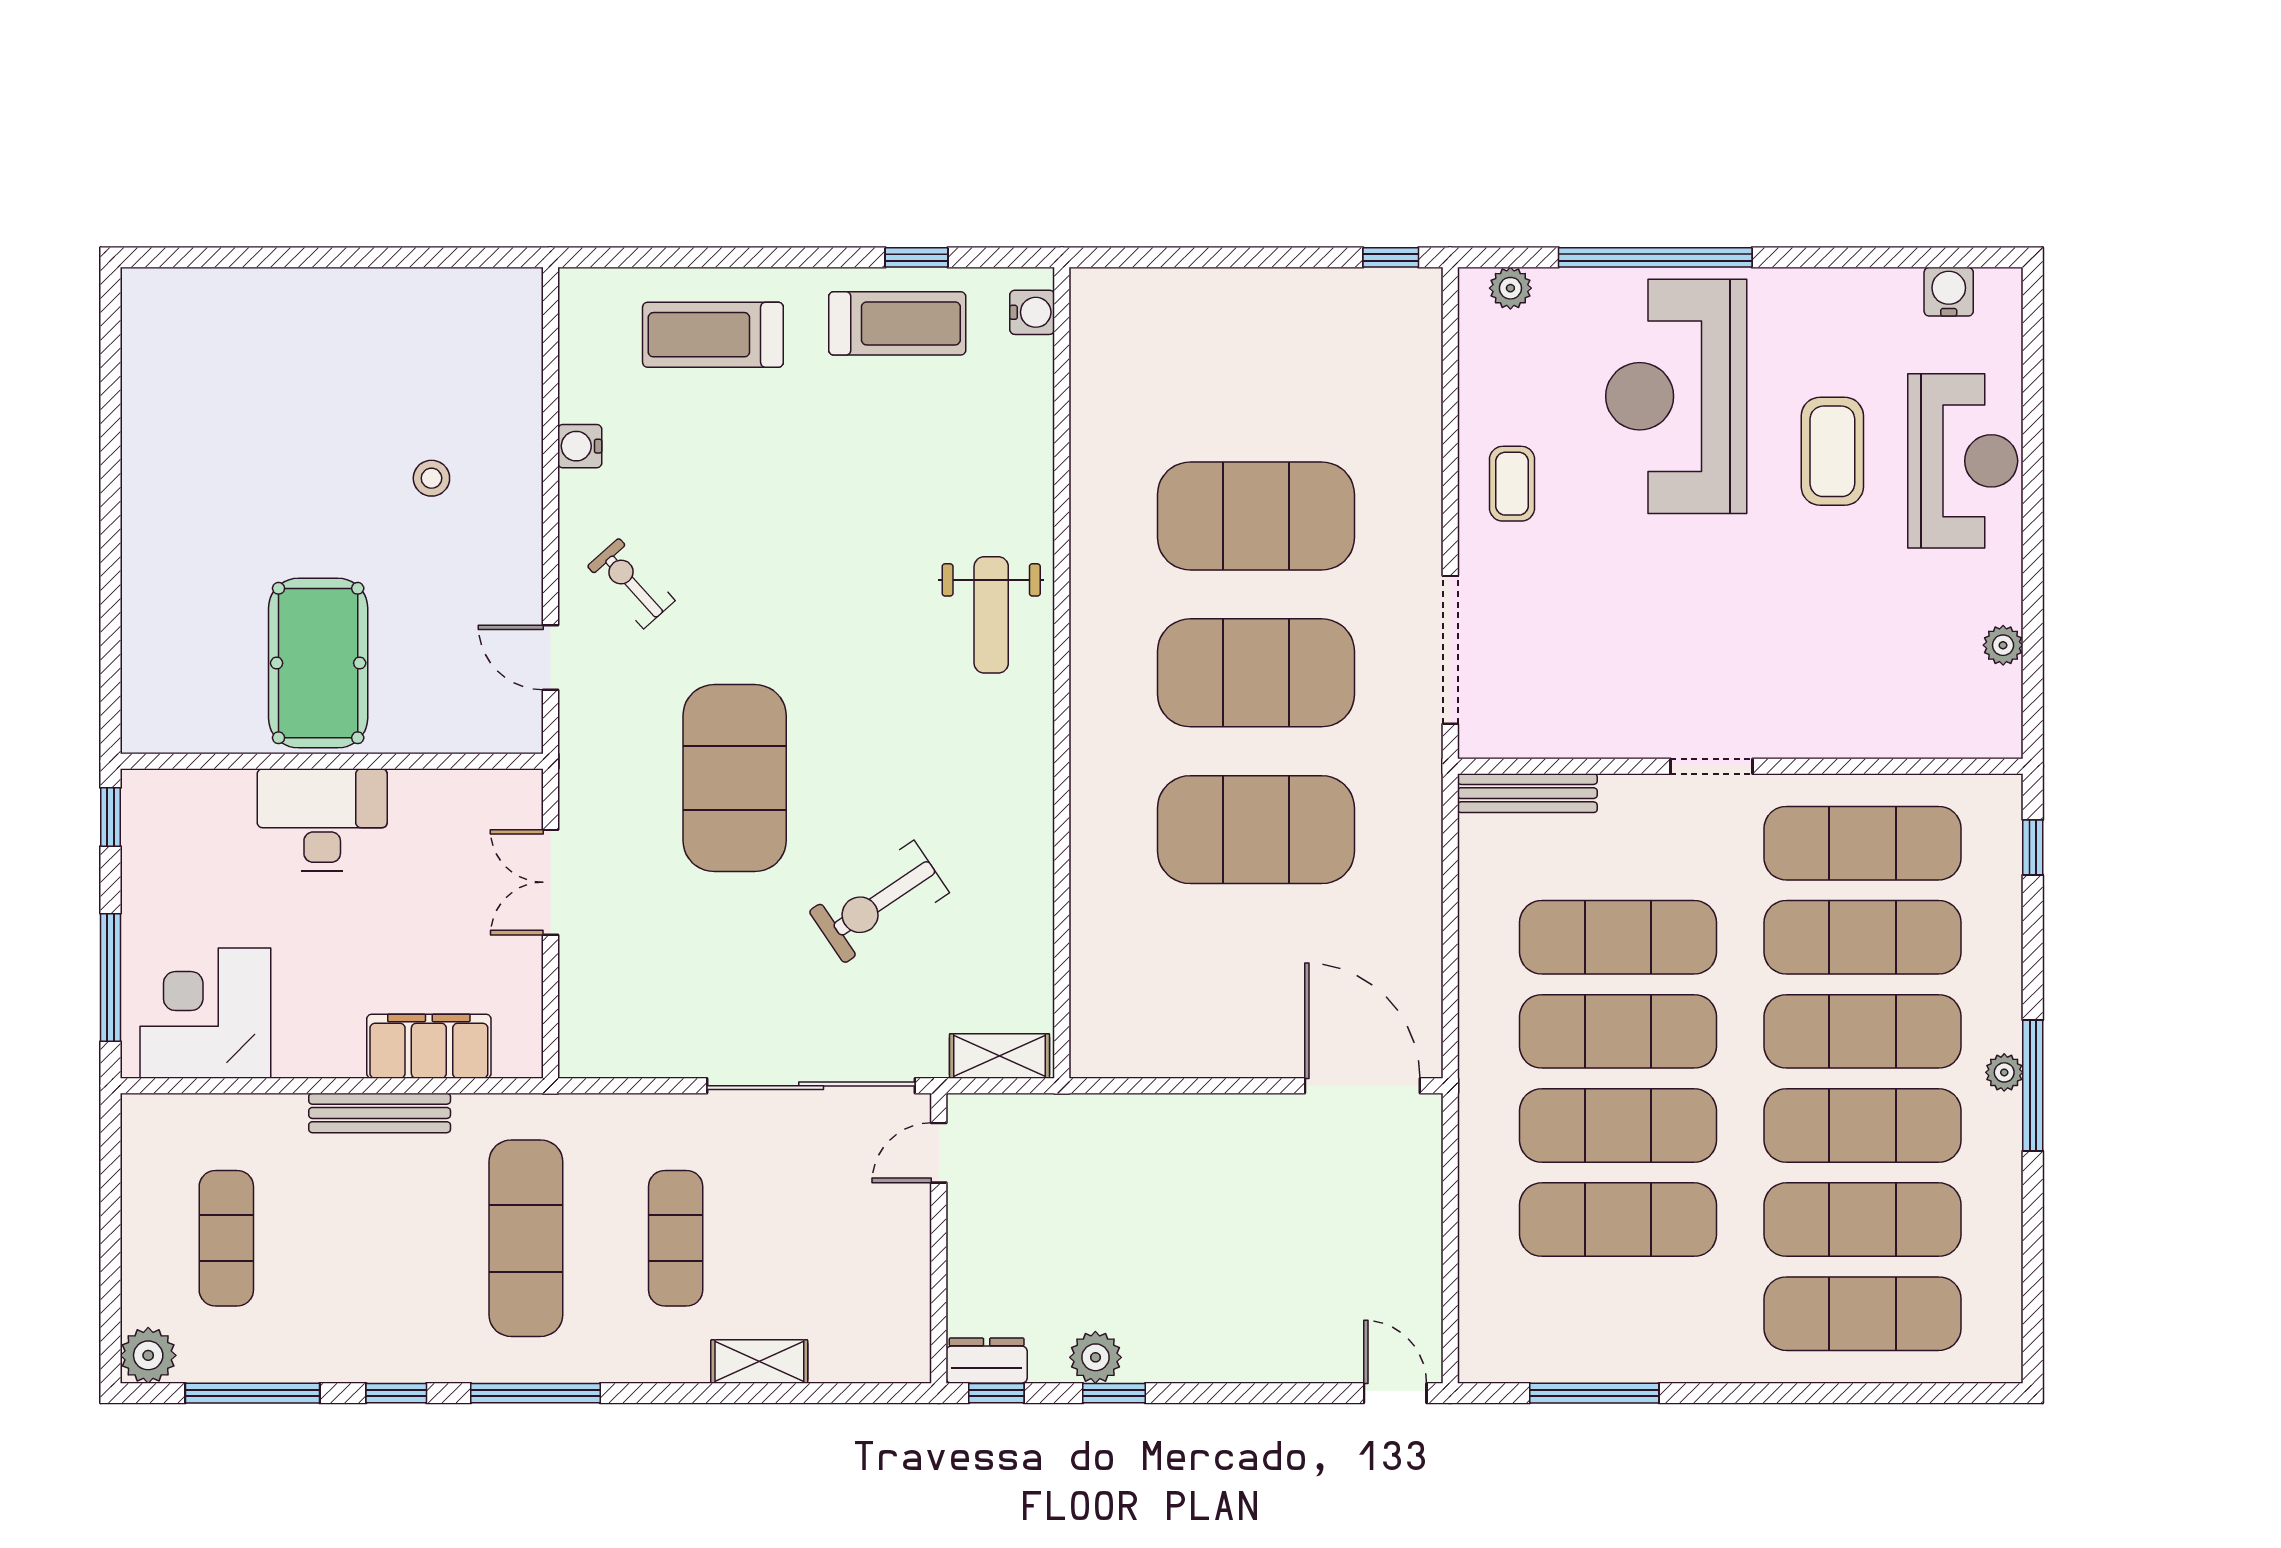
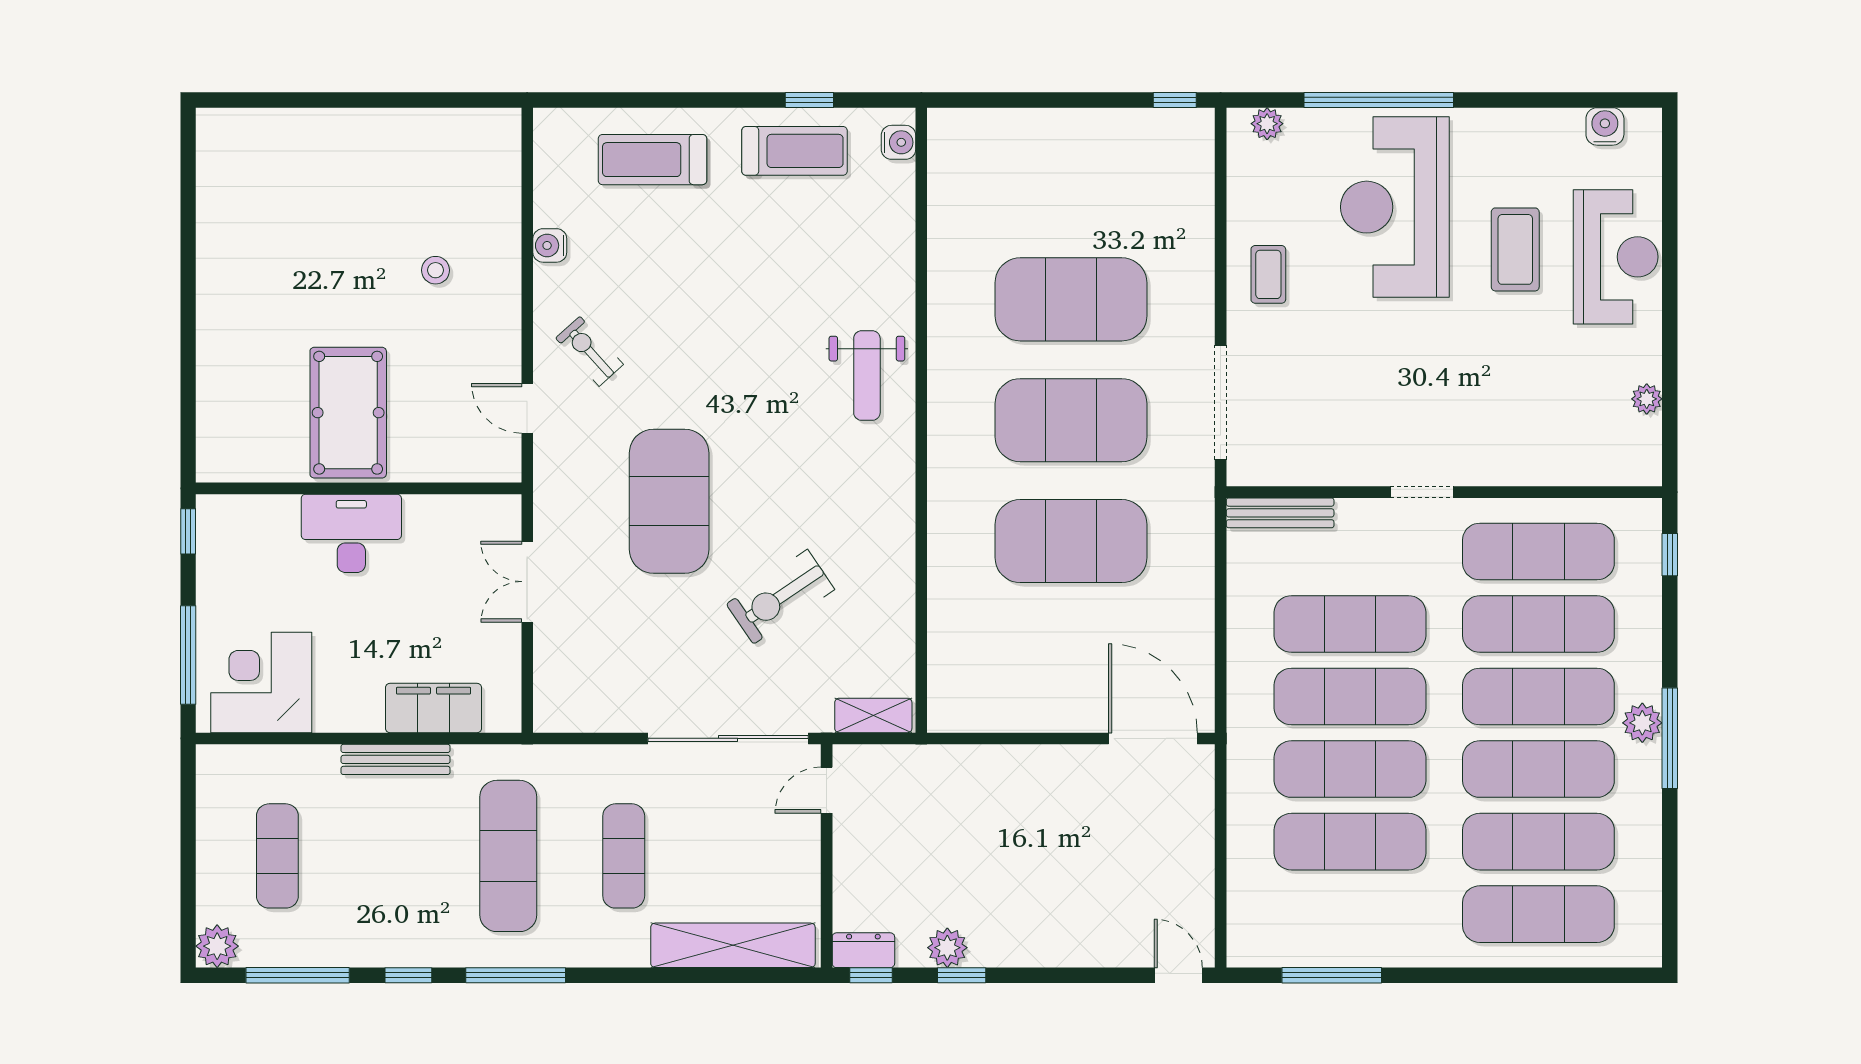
plant: (2004, 1072) -> (1642, 723), width x1.38, depth x1.38
shelving: (759, 1361) -> (733, 945), width x2.20, depth x1.33

